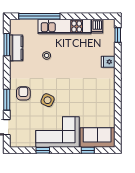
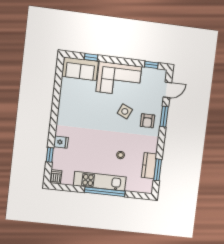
window: (39, 16) -> (105, 192), moved
dishwasher: (97, 26) -> (56, 177), moved
window: (118, 35) -> (50, 155), moved
window: (43, 150) -> (151, 65), moved

